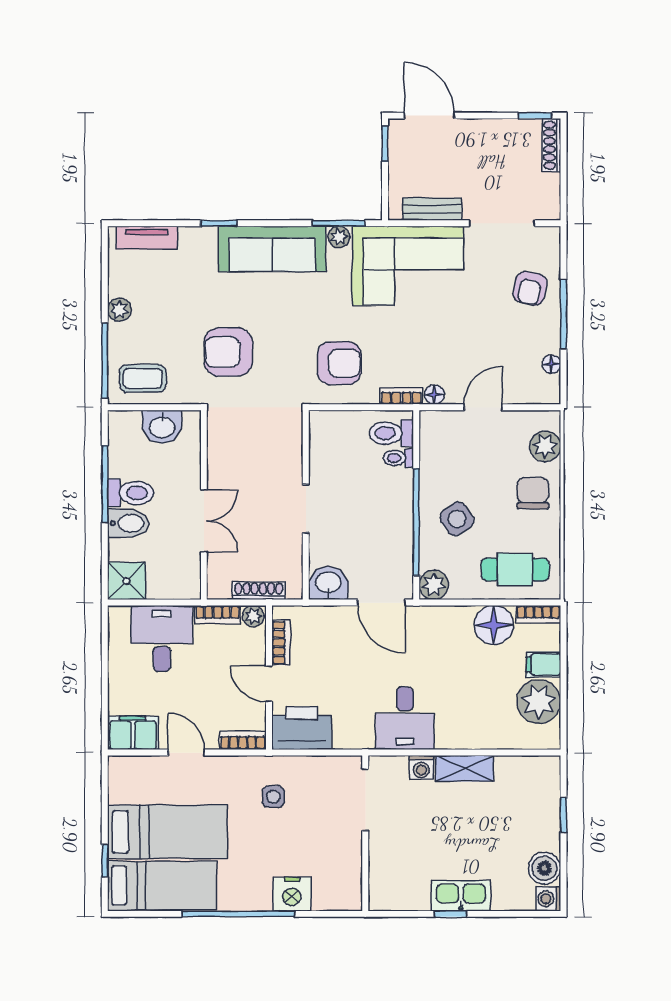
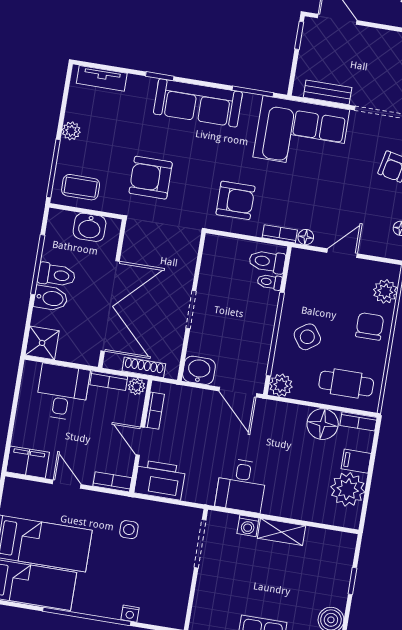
plant: (339, 237) -> (251, 102), removed
double door: (204, 521) -> (110, 306), width x1.87
nightstand: (292, 894) -> (130, 614), width x0.53, depth x0.56

